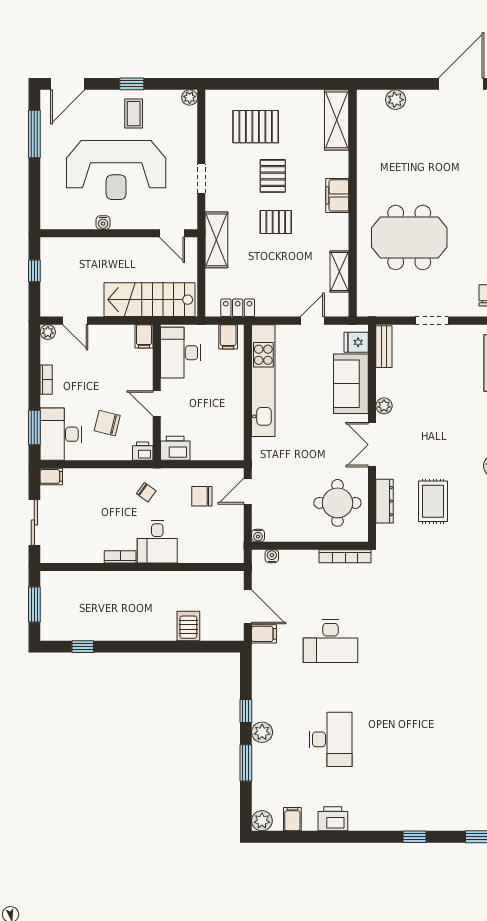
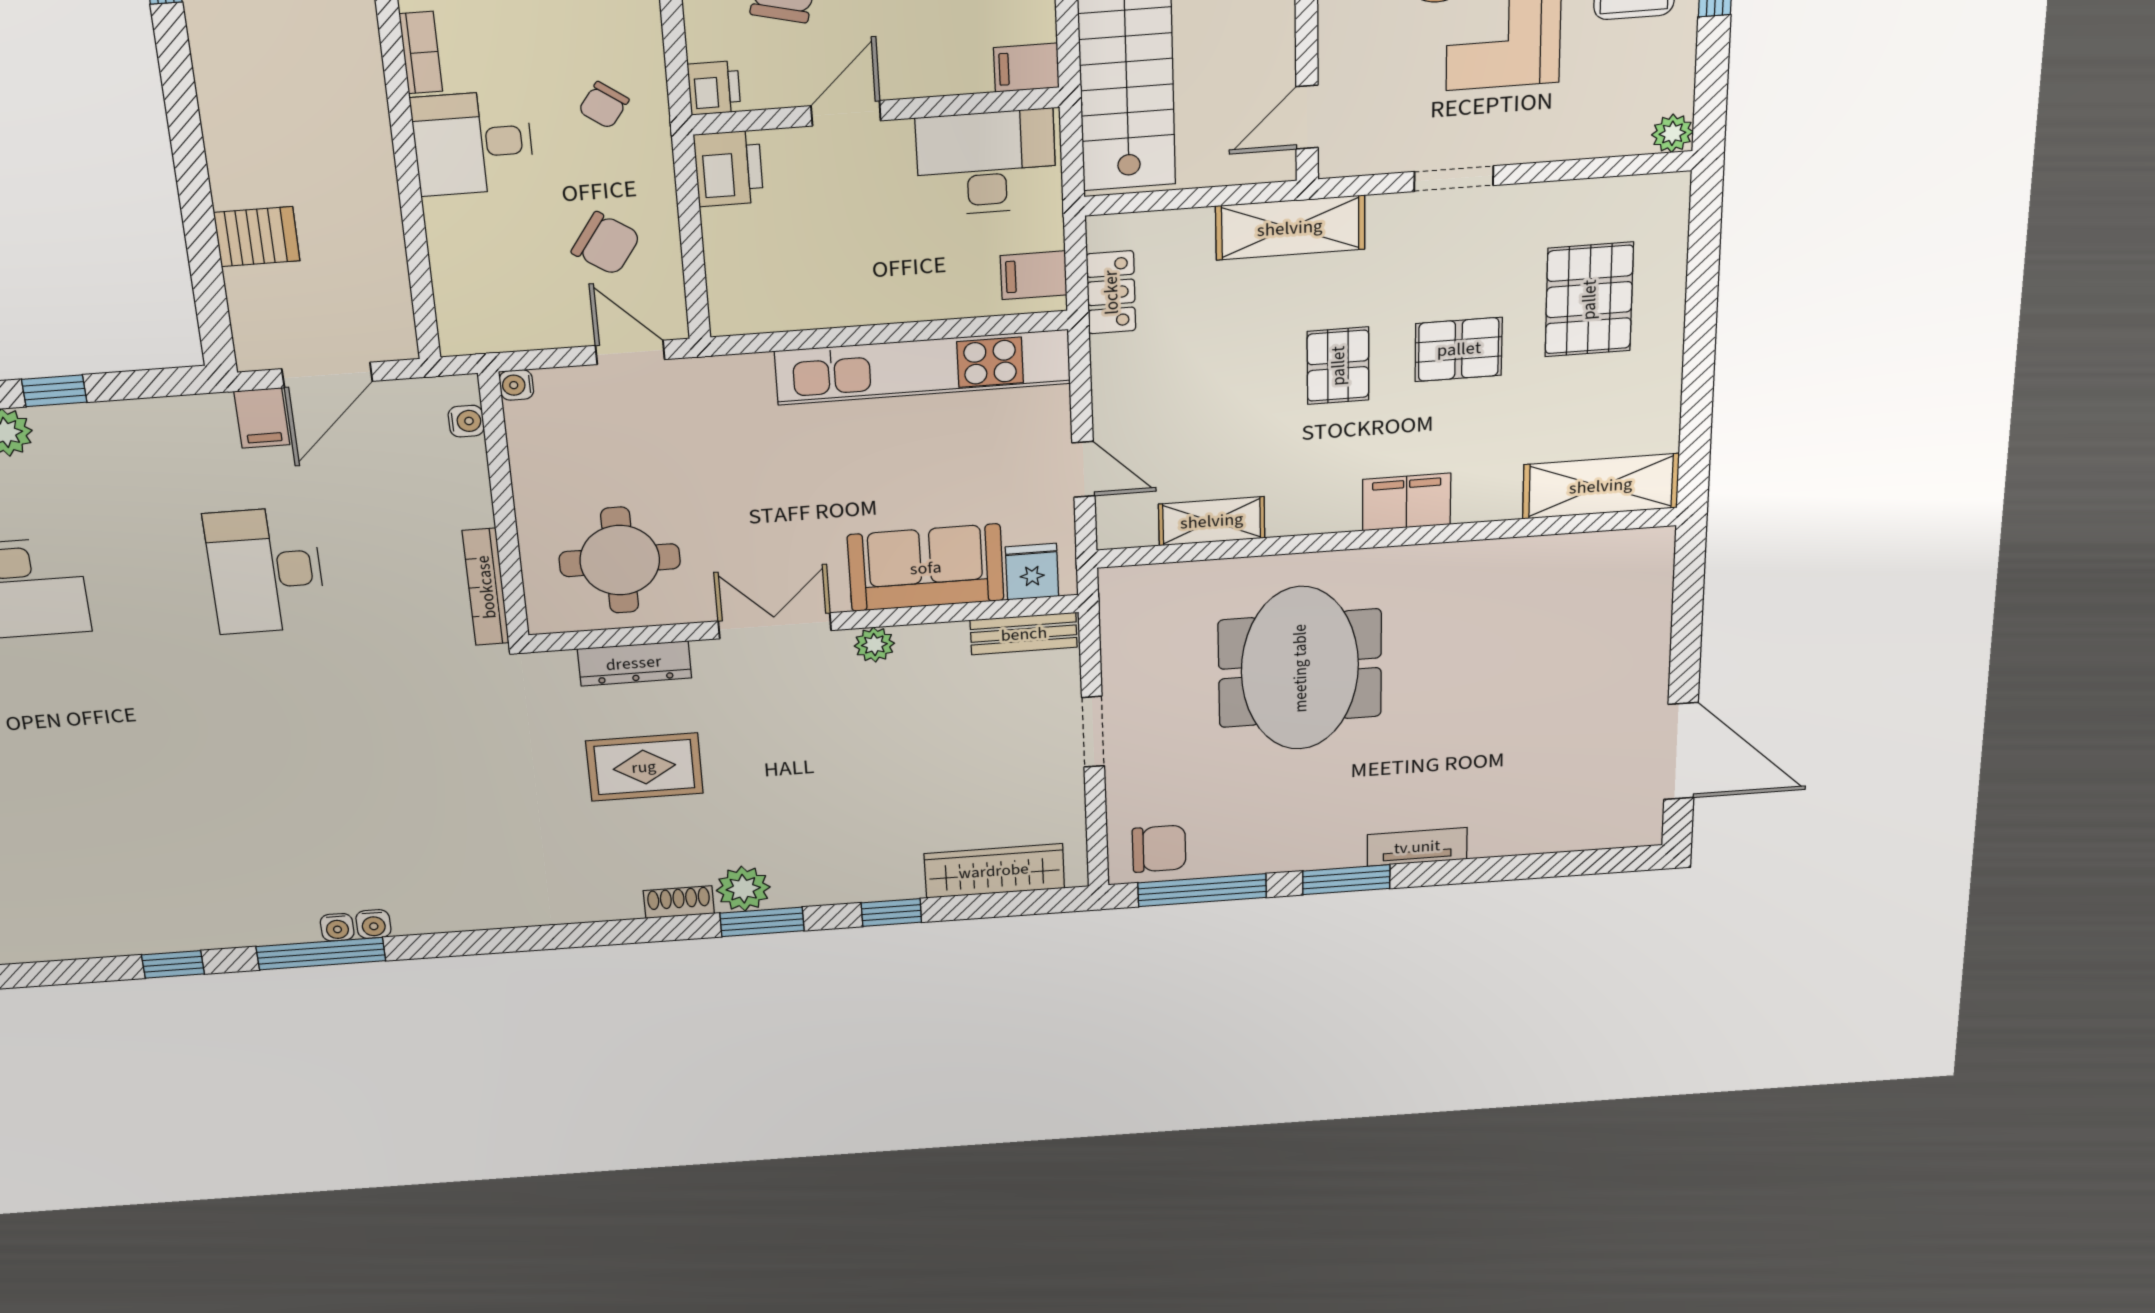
plant: (396, 100) -> (1647, 613), removed
chair: (202, 496) -> (606, 243), turned 124

